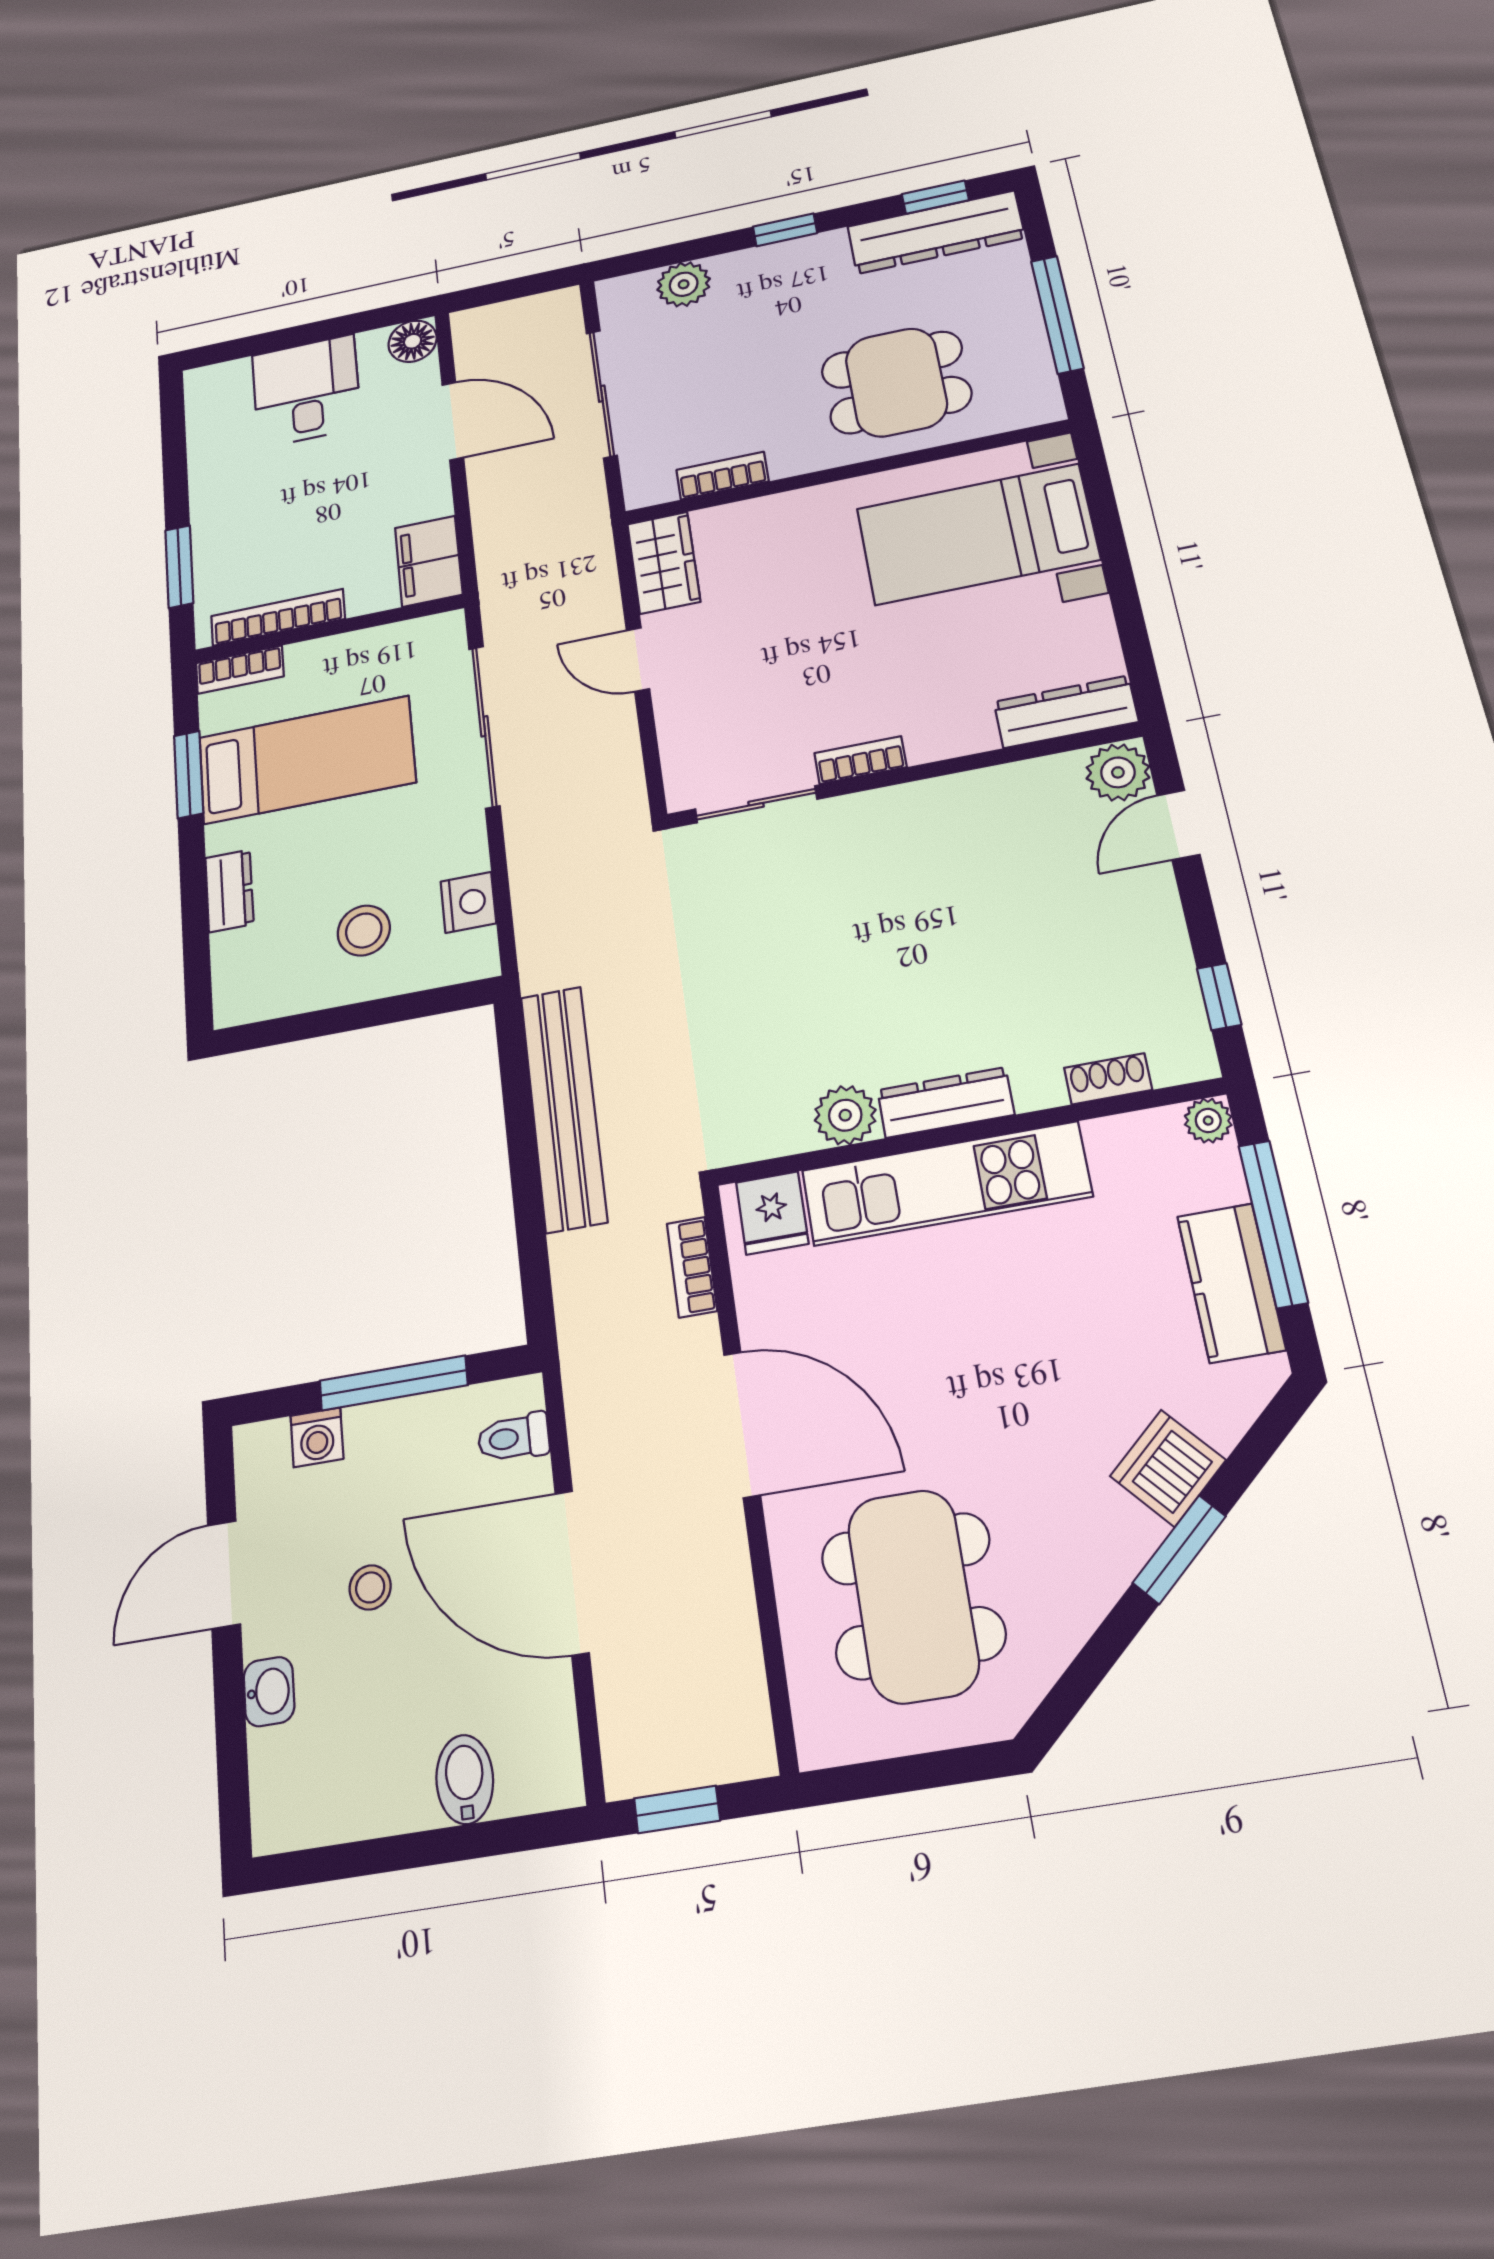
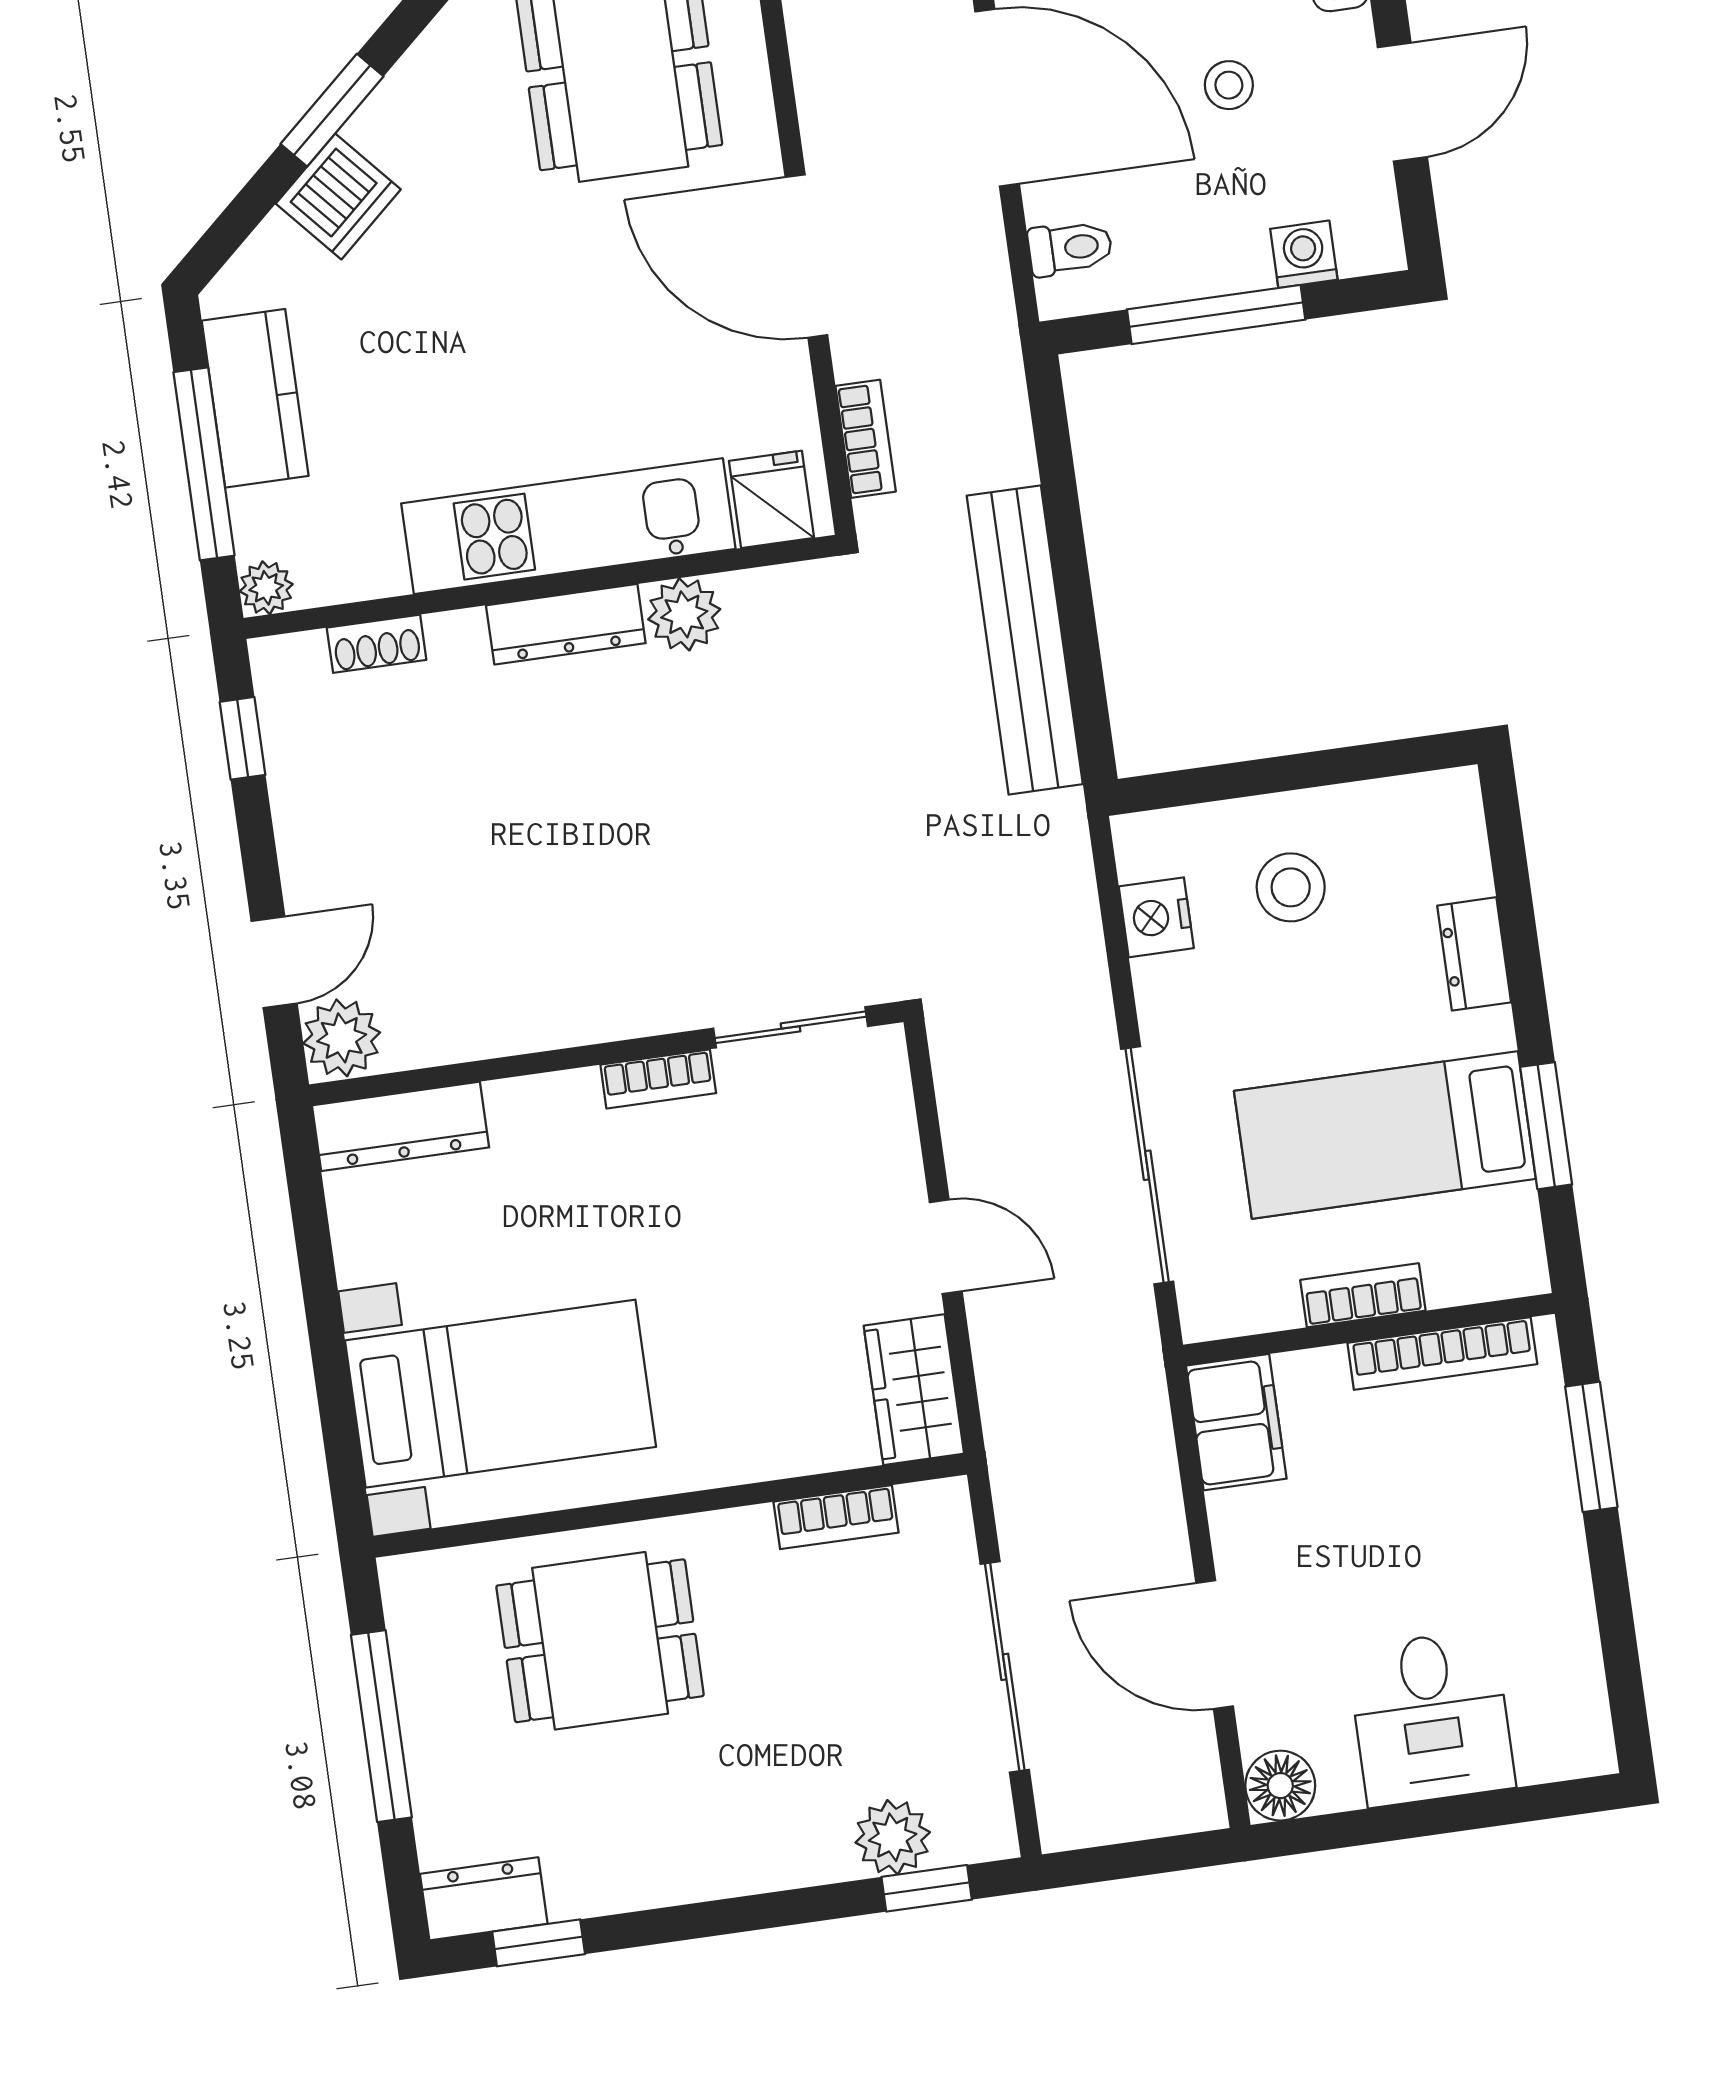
window: (785, 230) -> (927, 1888), moved
dresser: (936, 232) -> (484, 1899), width x0.51, depth x0.80
bookcase: (240, 670) -> (1363, 1295), moved

